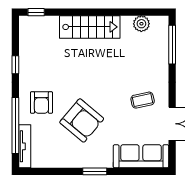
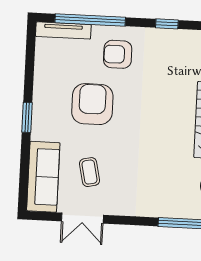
coffee table: (143, 100) -> (89, 172), moved
armchair: (82, 120) -> (92, 104), turned 140

